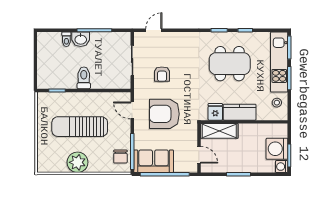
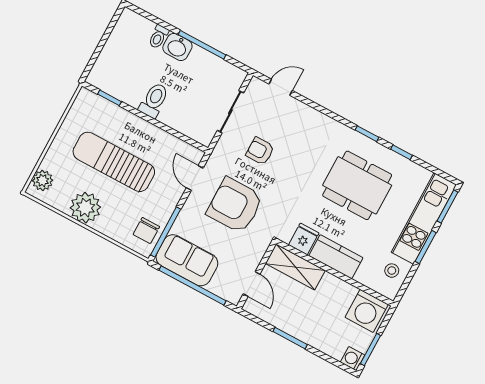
armchair: (162, 74) -> (260, 151), turned 90
washing machine: (277, 149) -> (367, 311), moved, turned -90
plant: (44, 160) -> (43, 180), added

